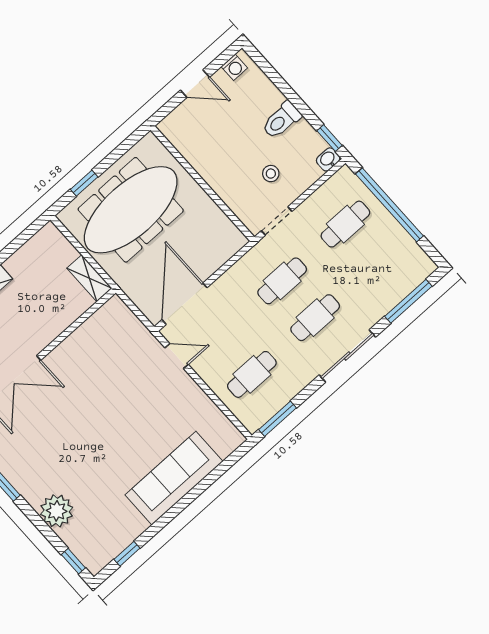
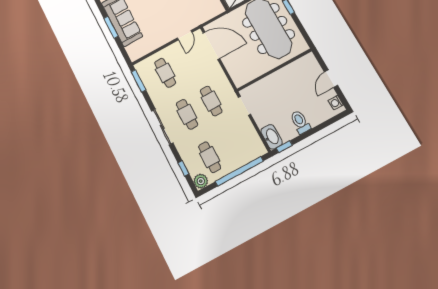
washbasin: (328, 159) -> (272, 137), width x1.91, depth x1.45
stool: (271, 174) -> (271, 109), removed
cafe table: (345, 224) -> (210, 157), moved
plant: (422, 266) -> (201, 181), added
window: (408, 301) -> (183, 168), width x0.46
window: (192, 495) -> (111, 27), added

